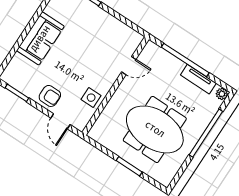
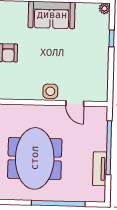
plant: (222, 94) -> (100, 196), removed
side table: (91, 98) -> (50, 91), moved

